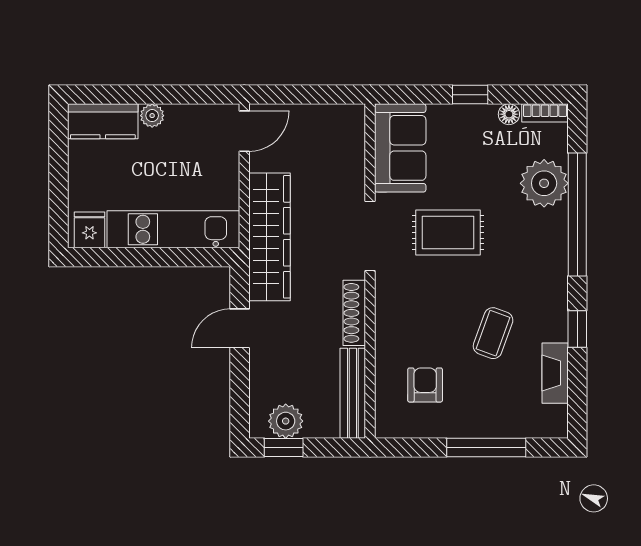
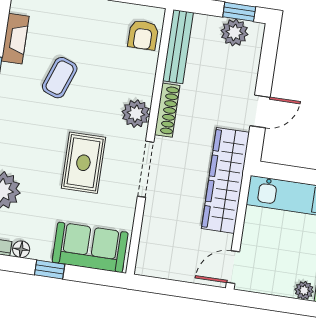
sofa: (400, 148) -> (90, 247), moved, turned 90
rug: (448, 232) -> (83, 163), turned 90
plant: (392, 303) -> (136, 114), added
armchair: (425, 385) -> (143, 35), moved

